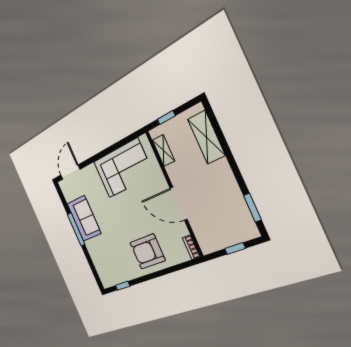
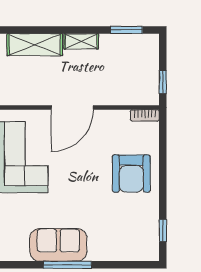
shelving: (164, 150) -> (81, 41), moved
door: (179, 204) -> (72, 108), moved
window: (235, 248) -> (163, 82), moved

